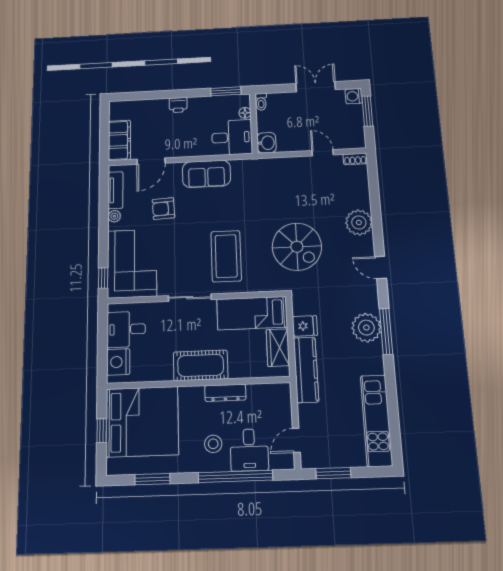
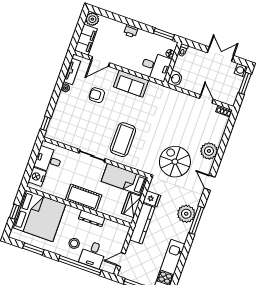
plant: (118, 110) -> (92, 19), added
spiral stairs: (297, 247) -> (175, 162), moved, turned 180
corner sofa: (132, 263) -> (66, 122), removed

